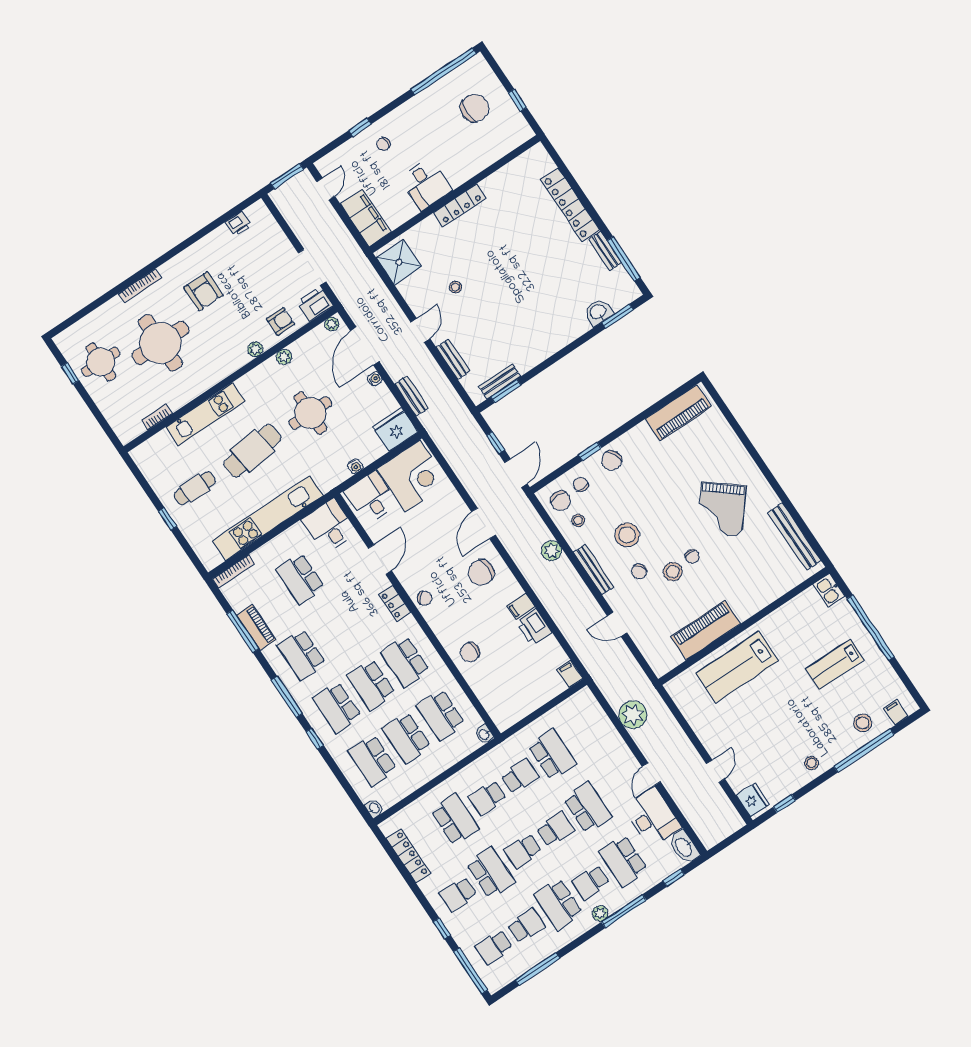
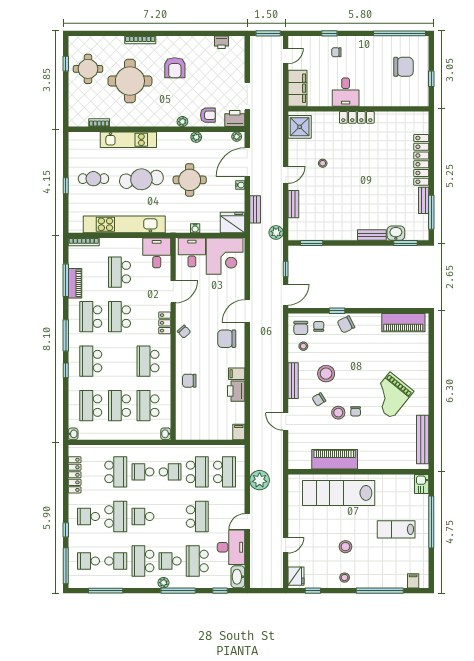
bench: (500, 381) -> (372, 235), moved
plant: (551, 551) -> (276, 232), moved
lab bench: (737, 667) -> (339, 493), width x1.36
school desk: (371, 685) -> (119, 317), moved
stool: (863, 723) -> (345, 547), moved
school desk: (555, 829) -> (224, 472), moved, width x1.85

